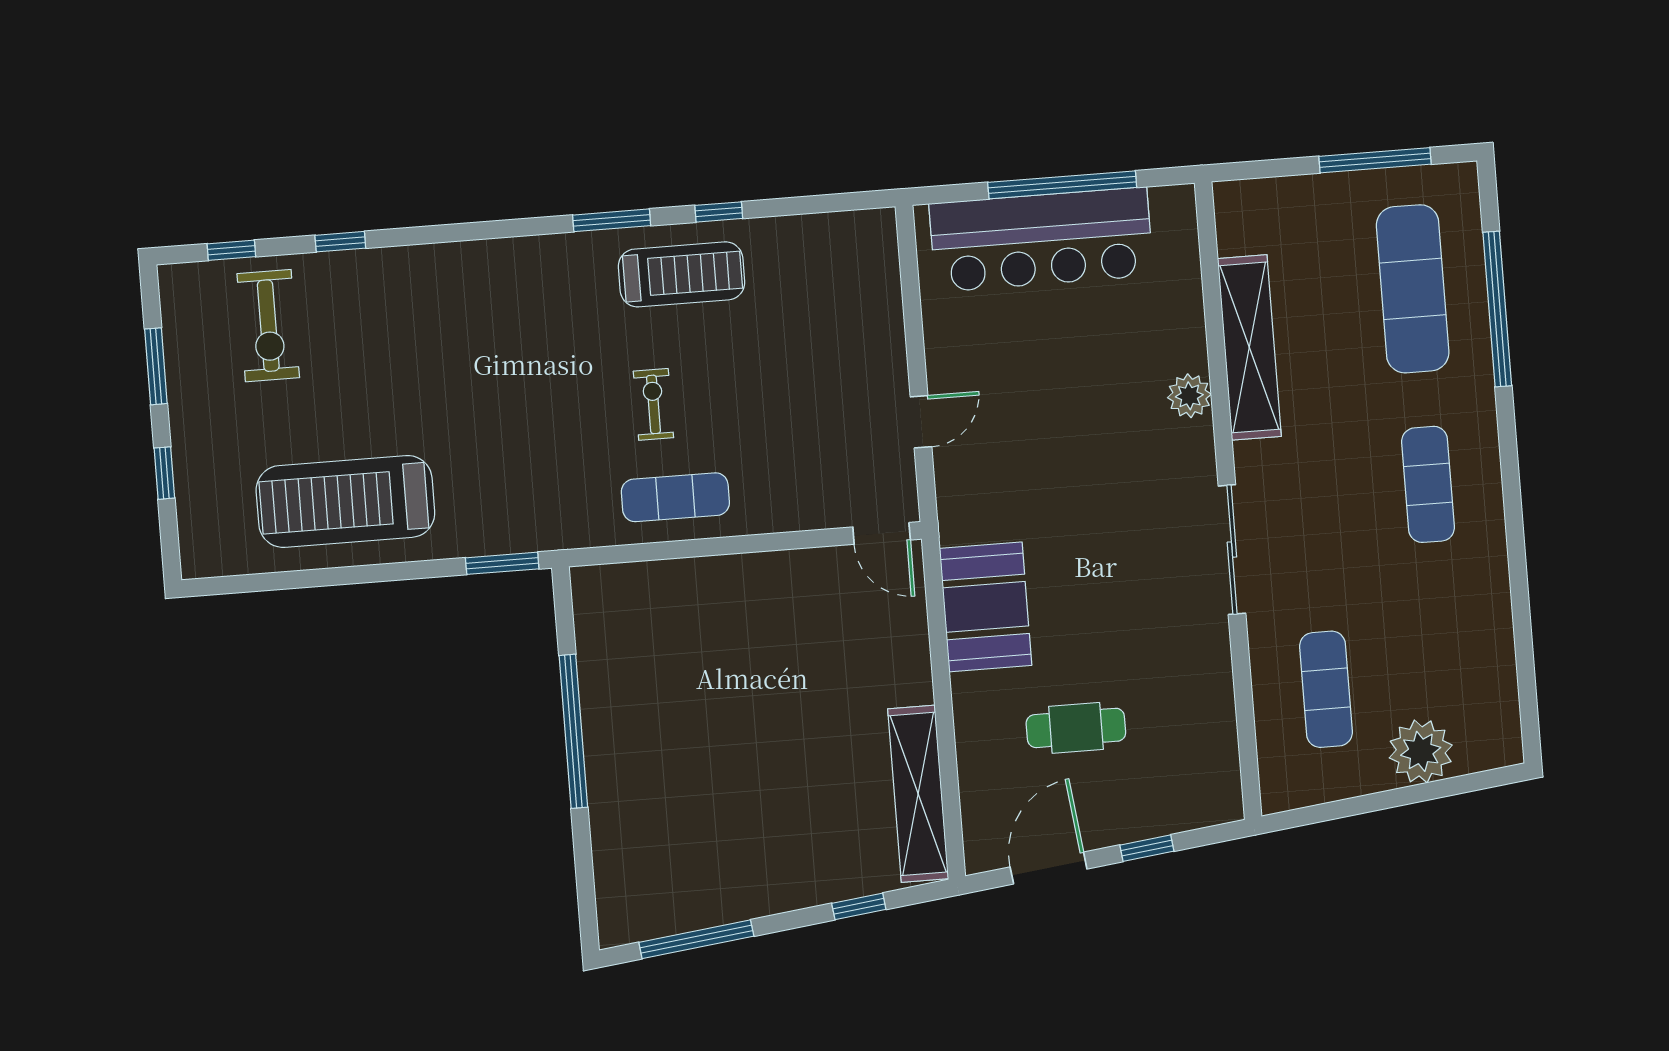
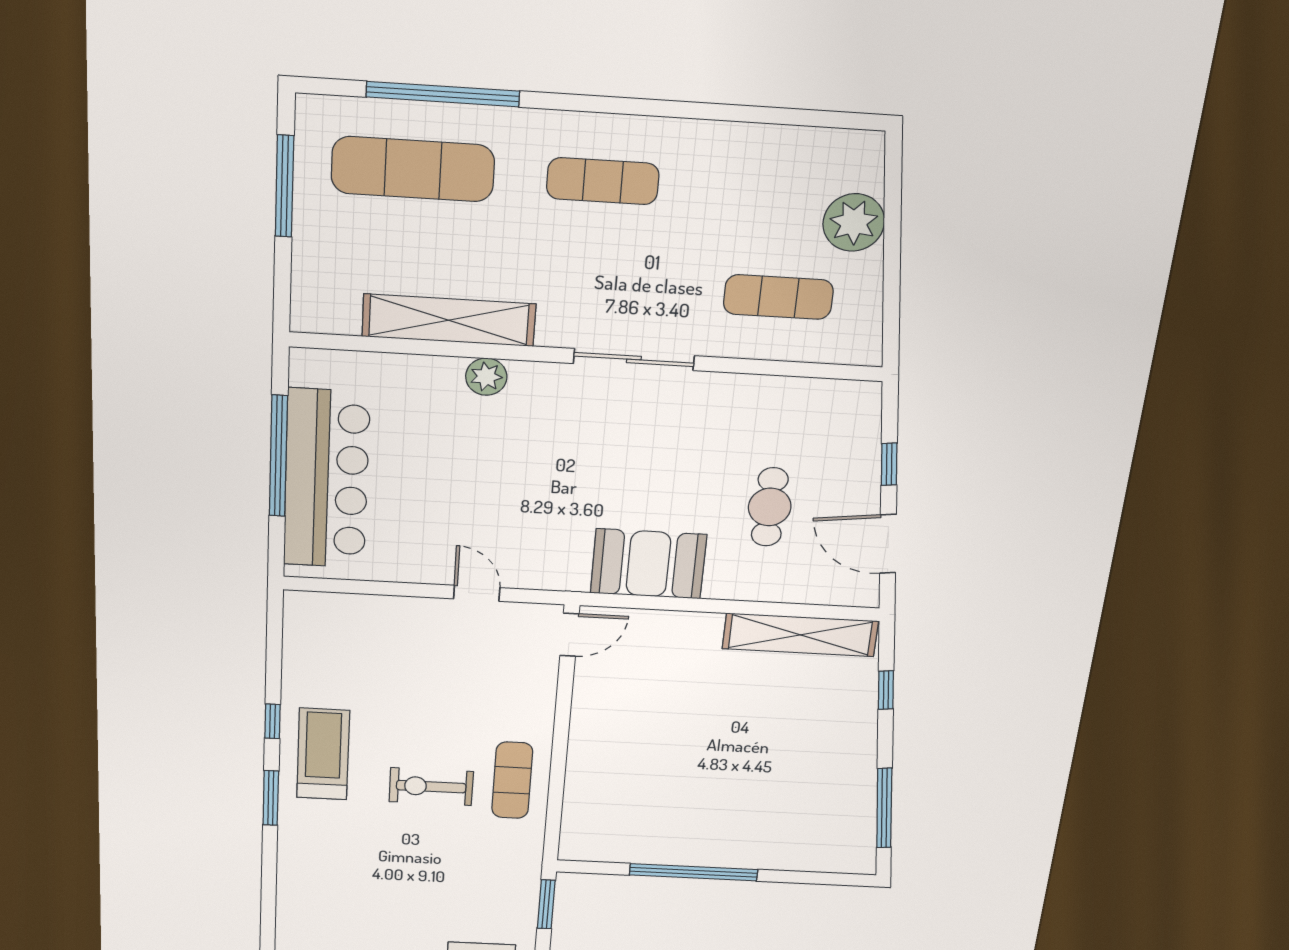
exercise bike: (653, 404) -> (431, 787), width x1.38, depth x1.39

